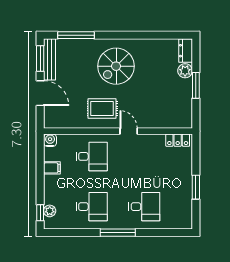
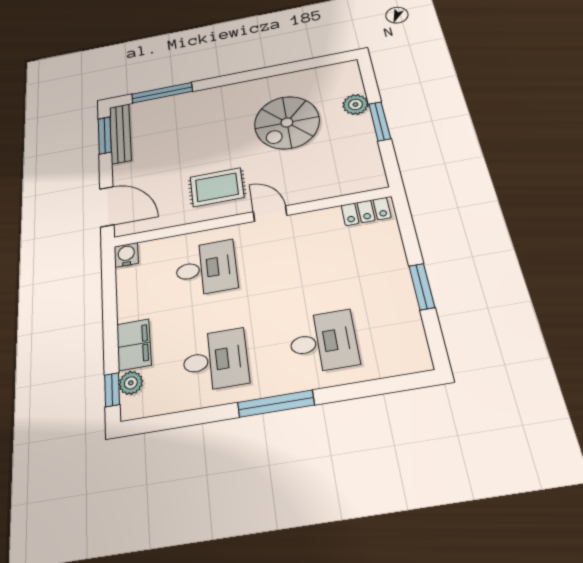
dresser: (186, 51) -> (350, 77), removed
spiral stairs: (116, 66) -> (287, 122), moved
door: (40, 93) -> (107, 207), moved
filing cabinet: (52, 168) -> (134, 345), moved, width x2.00

